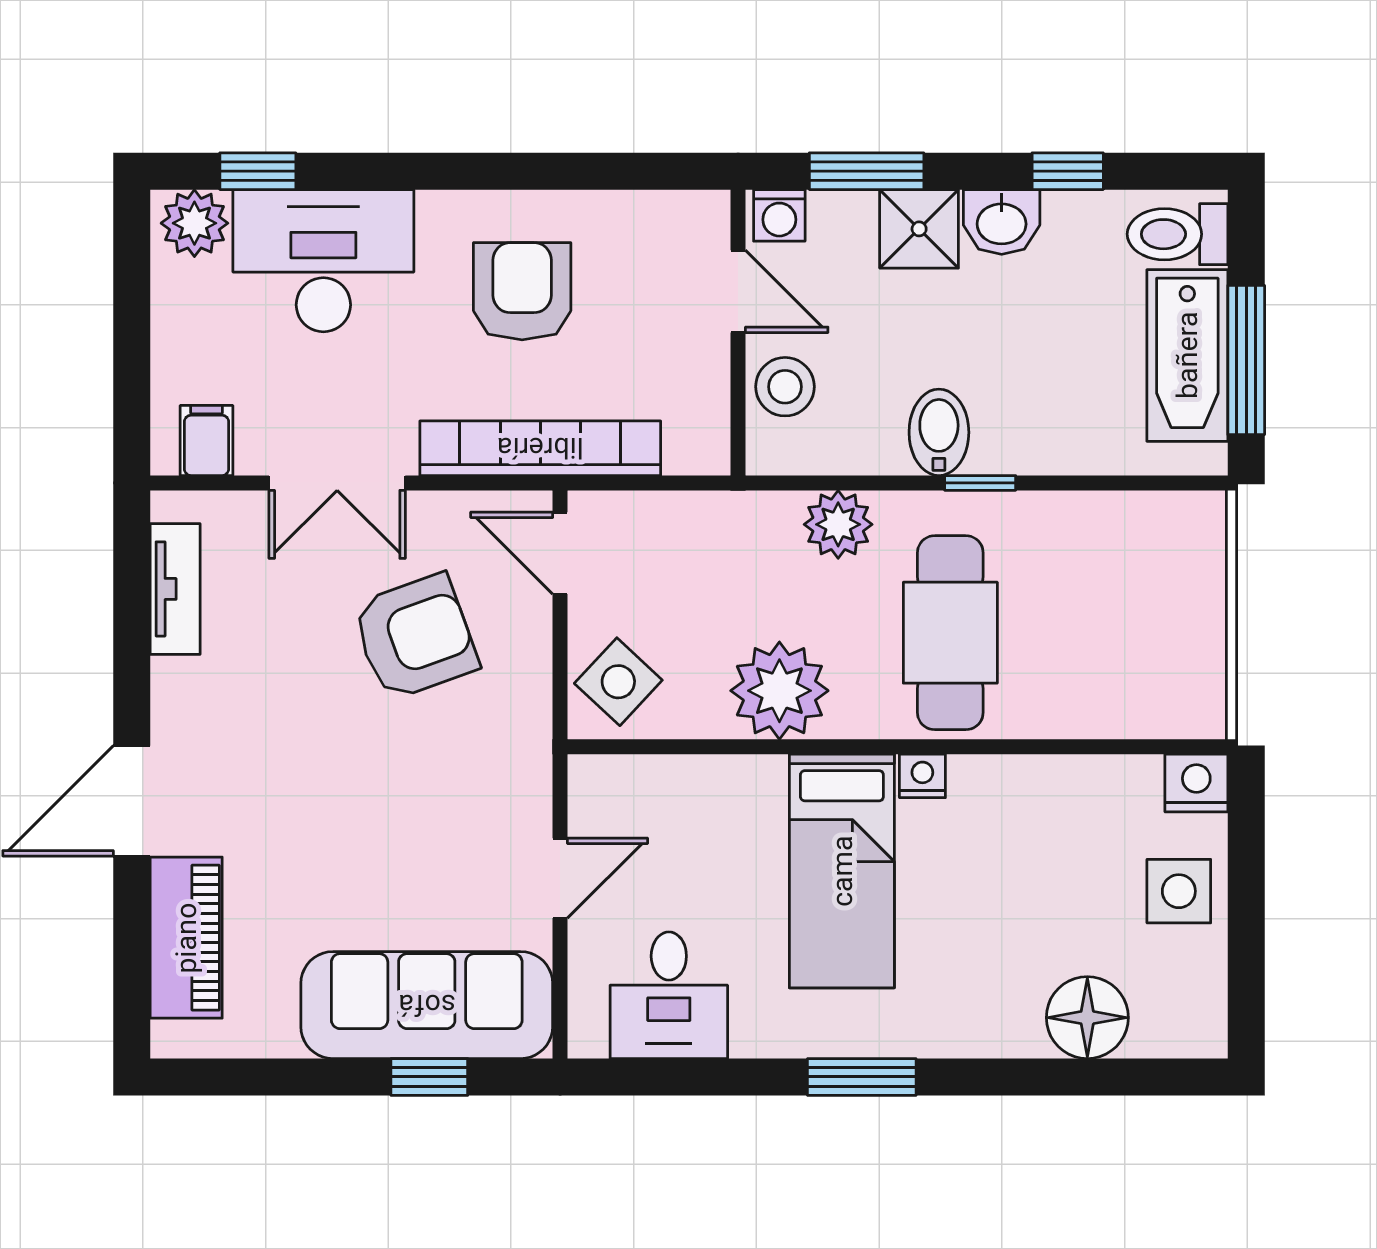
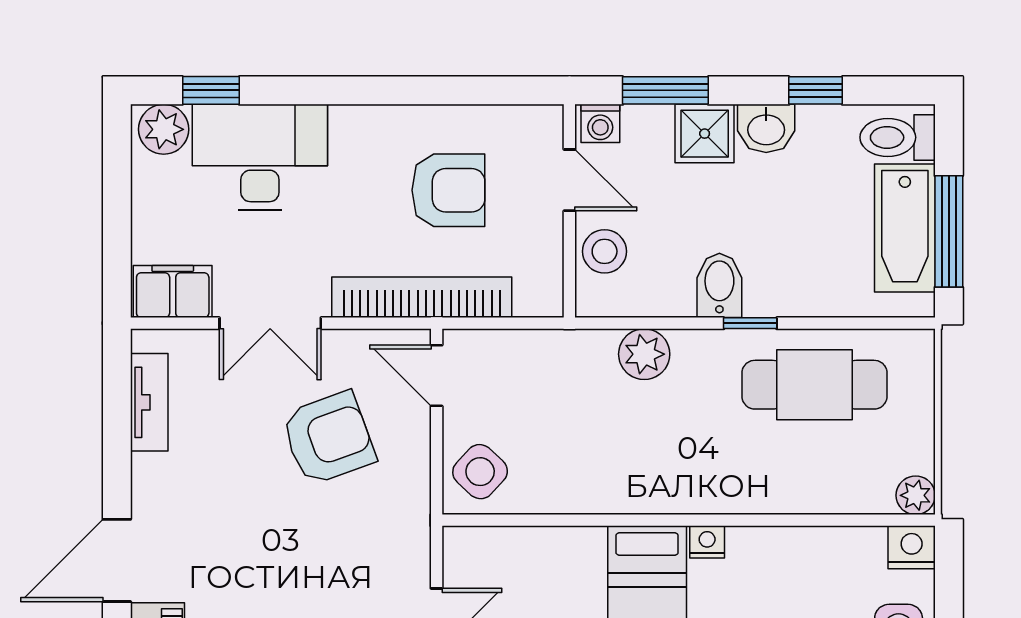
armchair: (522, 291) -> (448, 190), moved, turned 90
filing cabinet: (207, 440) -> (173, 292), width x2.00
cafe table: (950, 633) -> (814, 385), moved, turned 90
plant: (779, 691) -> (916, 495), moved, width x0.53, depth x0.53

